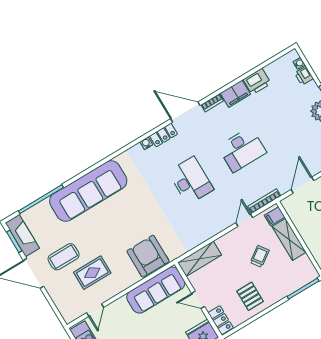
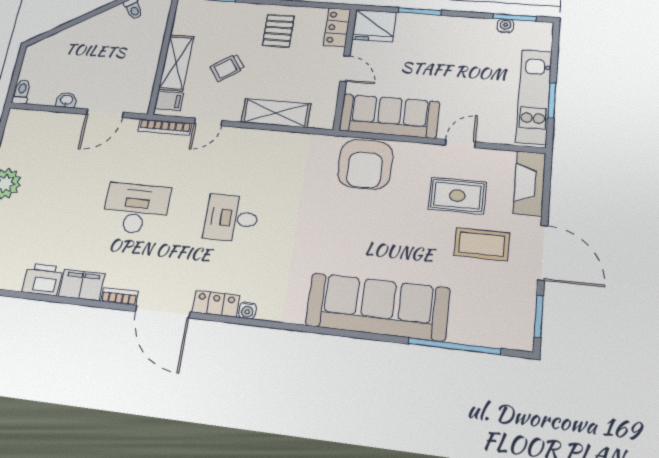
desk: (191, 181) -> (231, 218), width x0.73
fireplace: (22, 236) -> (529, 183), moved
shelving: (200, 259) -> (276, 113), moved
door: (95, 310) -> (460, 143), moved

